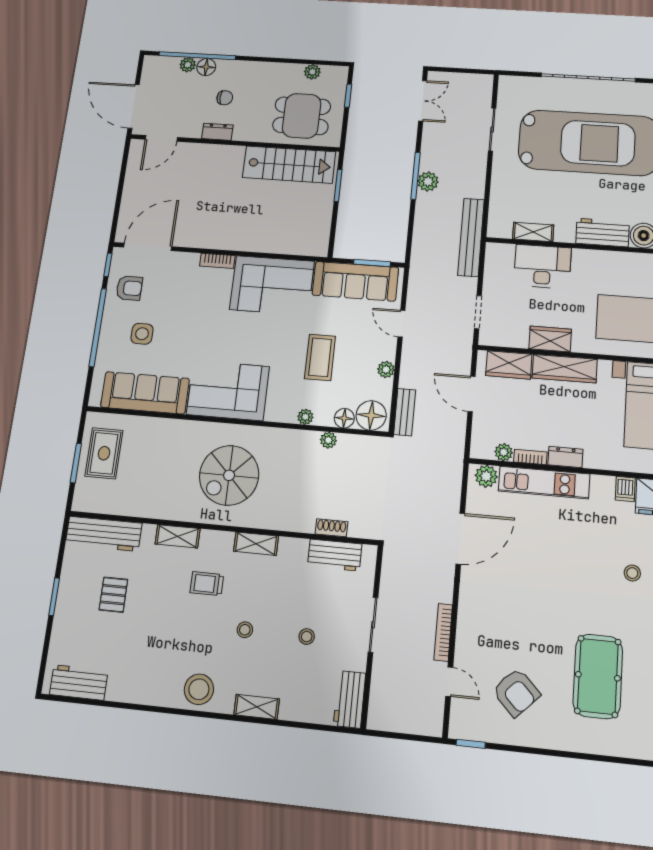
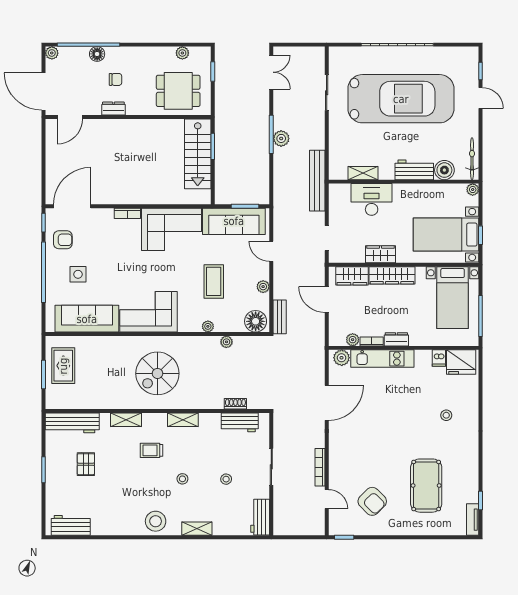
plant: (188, 65) -> (52, 53), moved
stairs: (289, 165) -> (198, 154), moved, turned 90
floor lamp: (344, 418) -> (236, 325), removed

